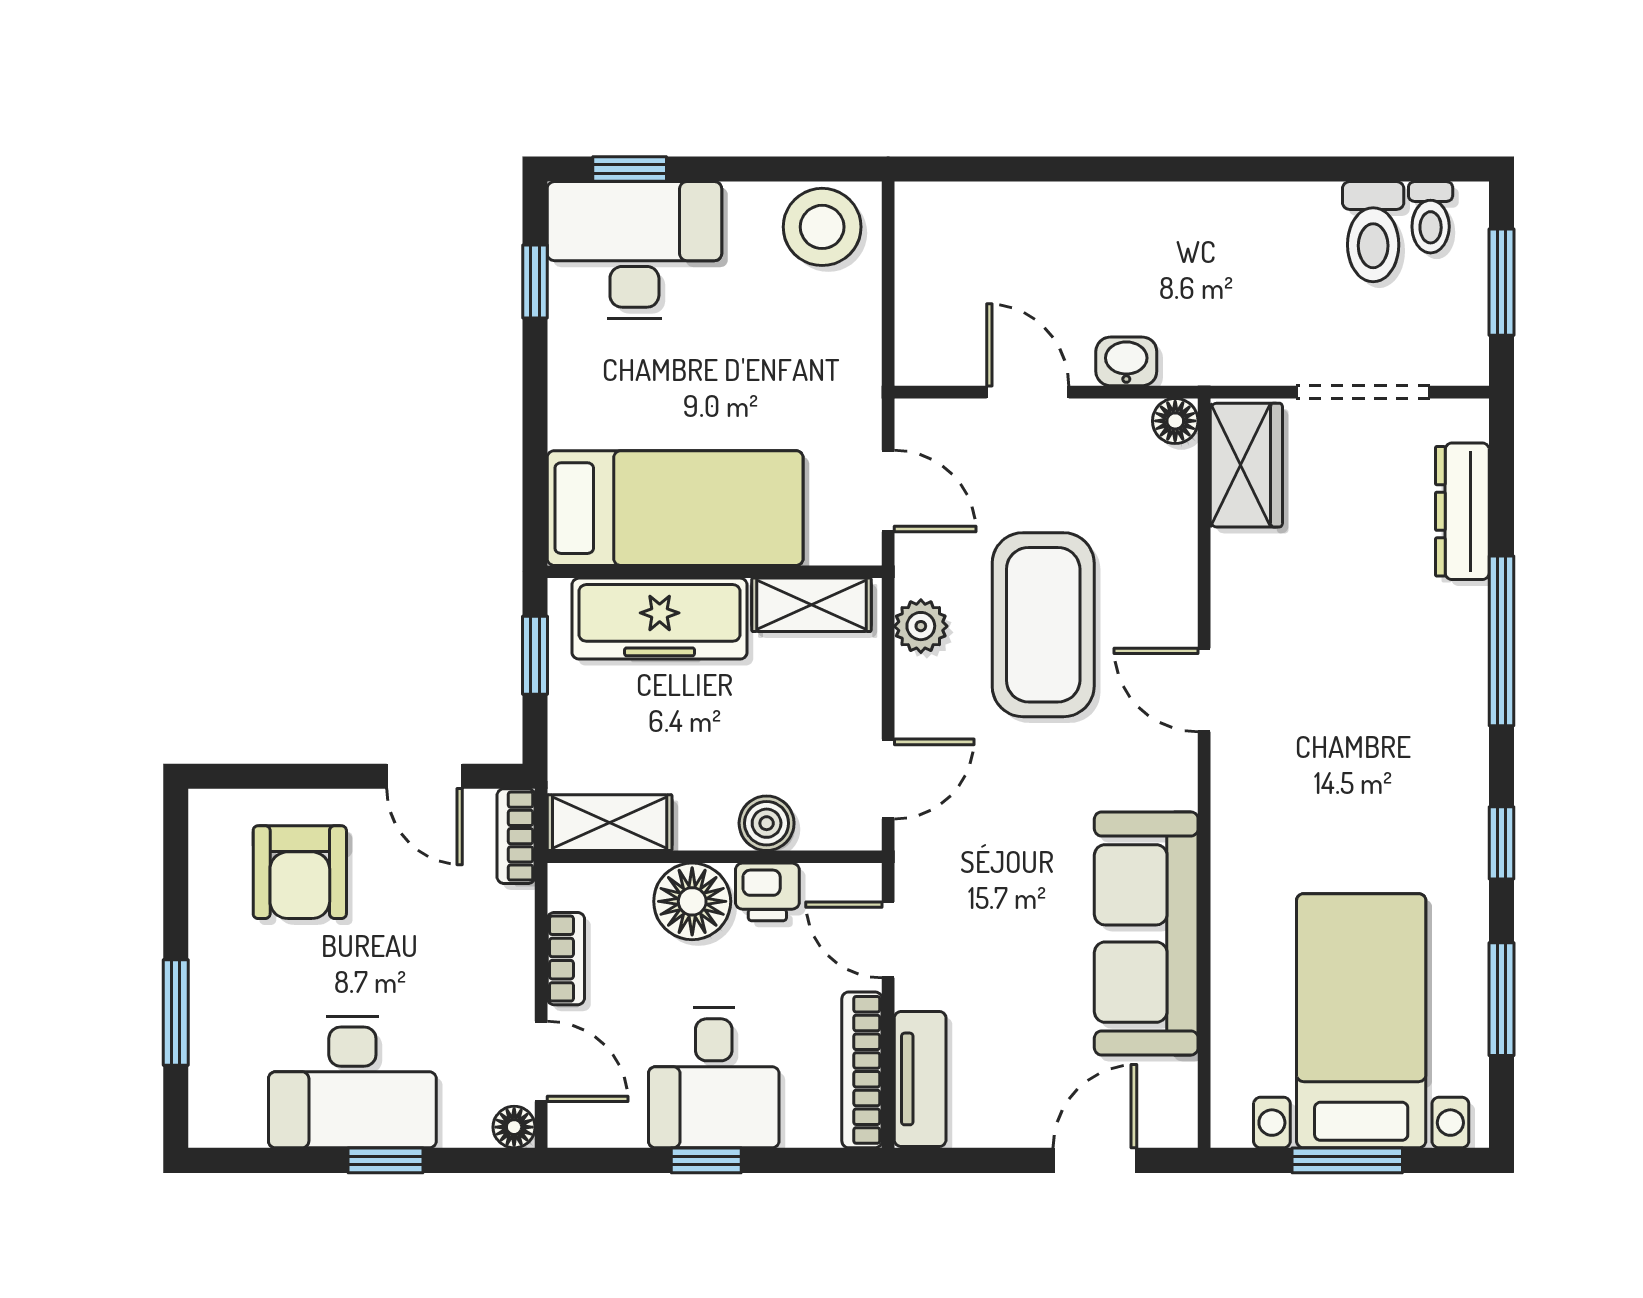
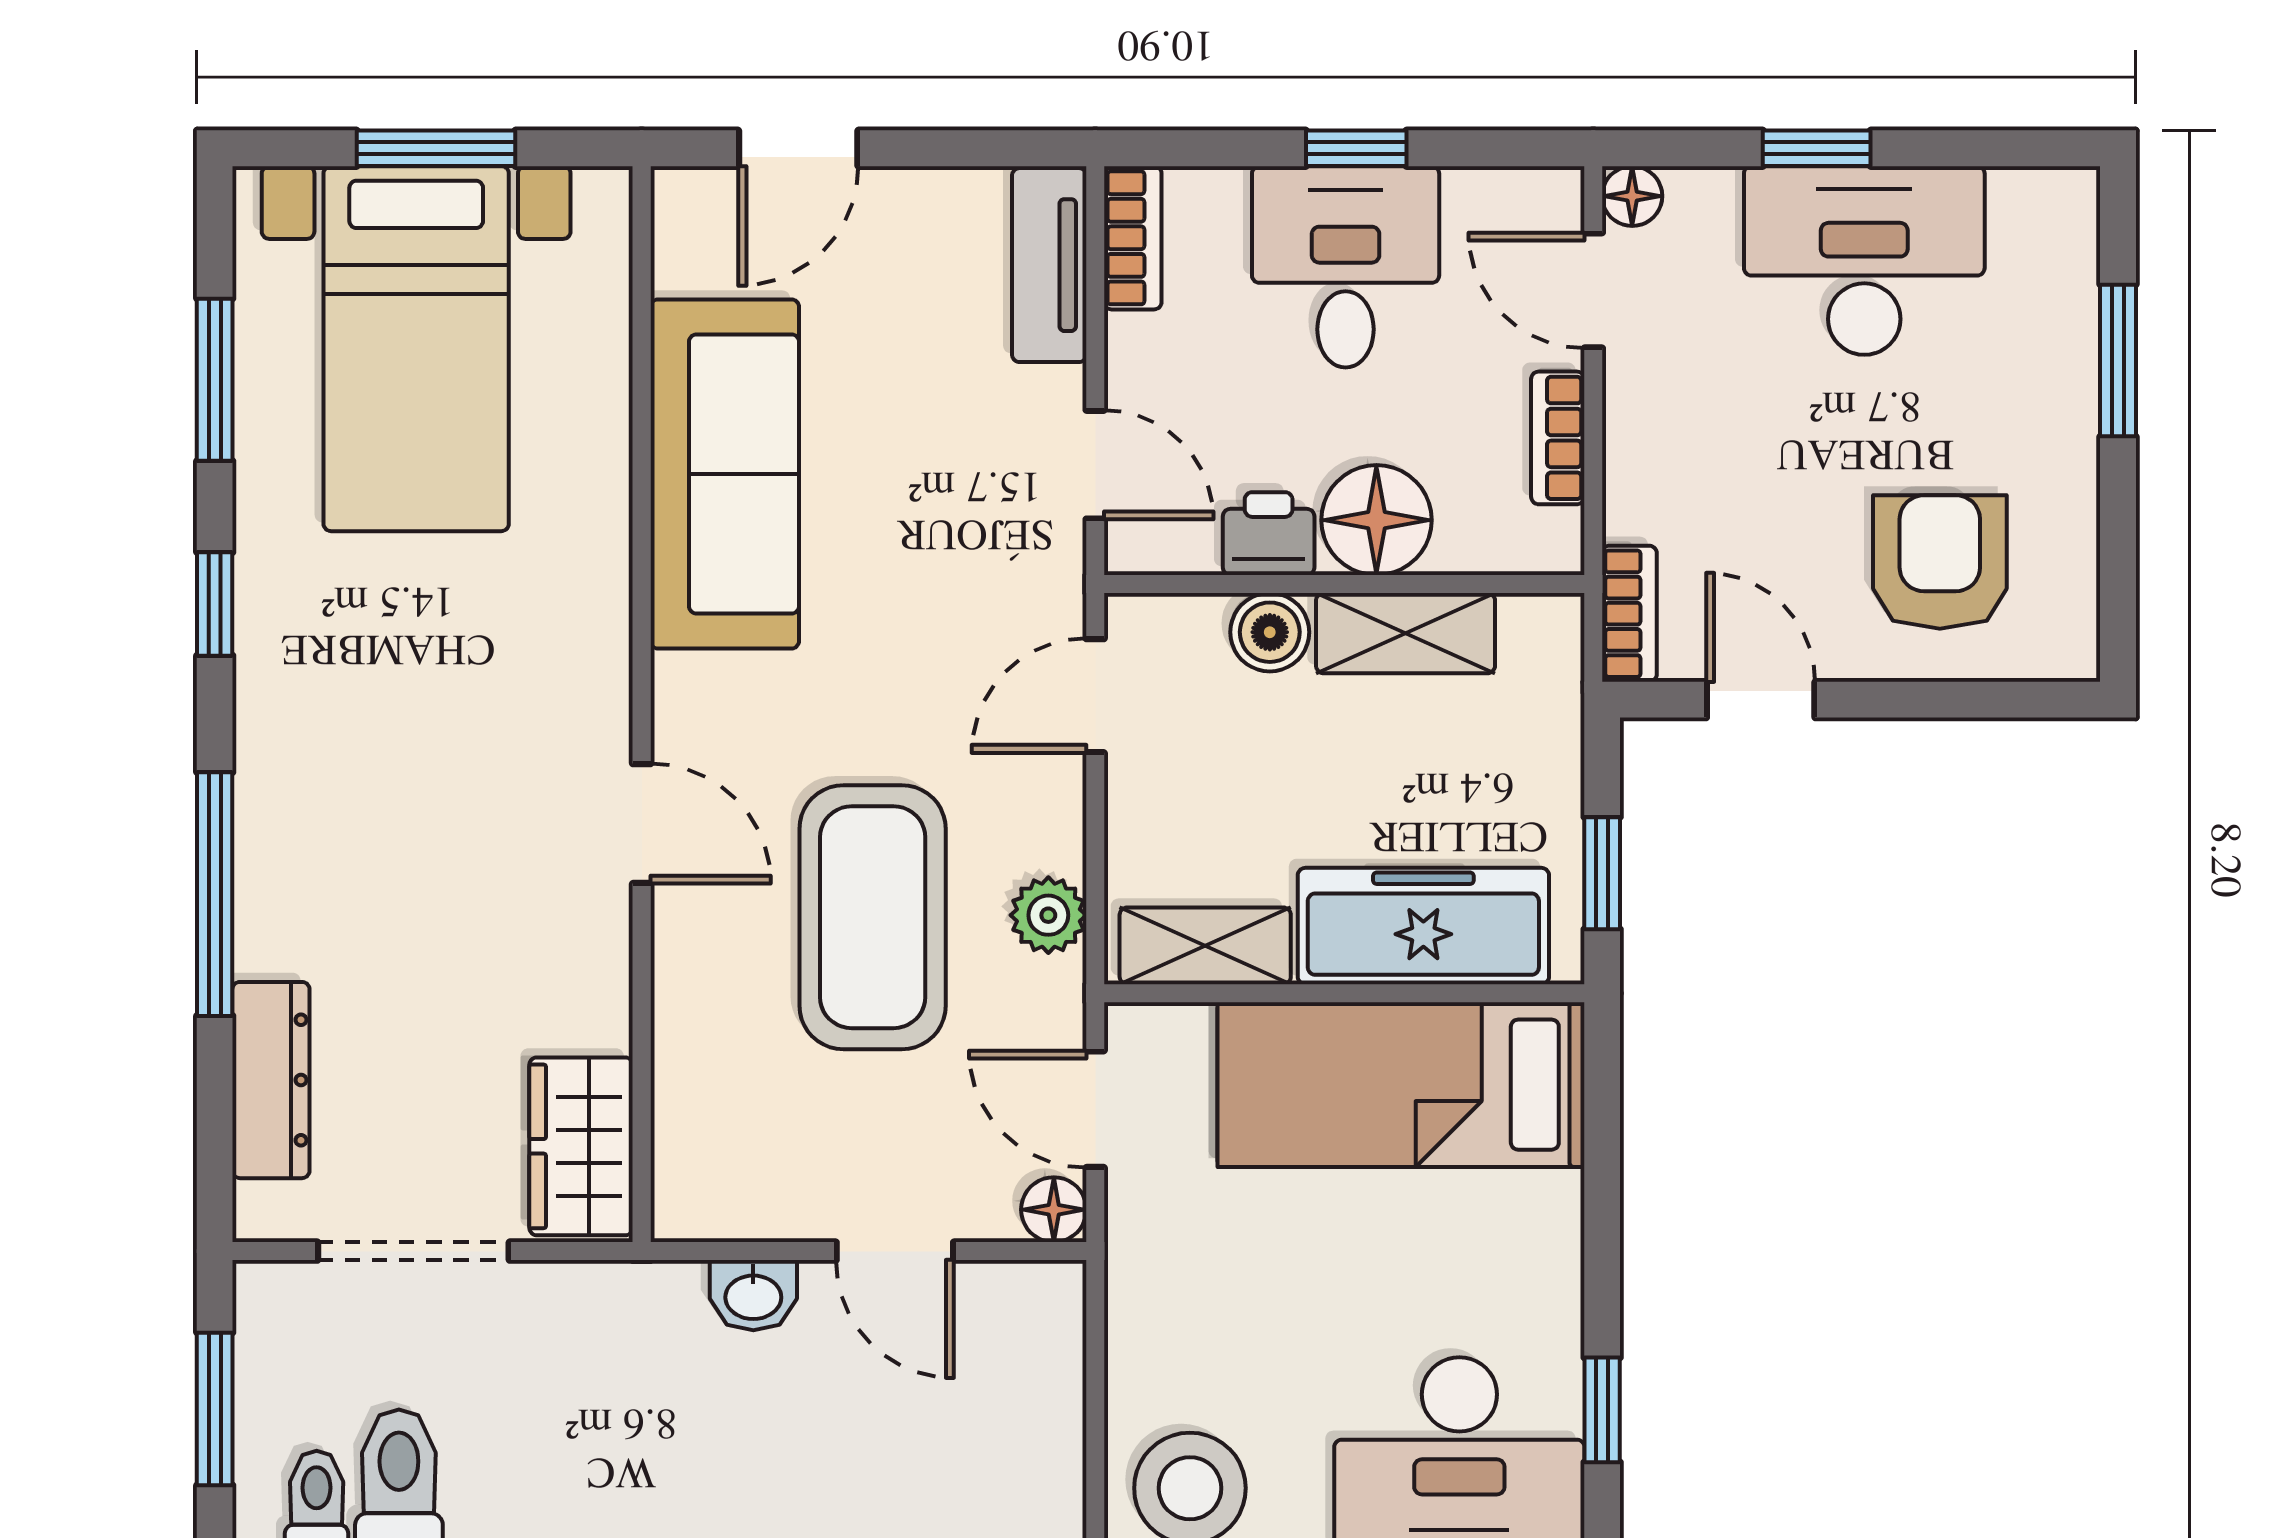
floor lamp: (1175, 421) -> (1054, 1210), moved
shelving: (610, 823) -> (1406, 633), moved
bookcase: (862, 1070) -> (1133, 238), width x0.64

